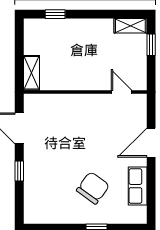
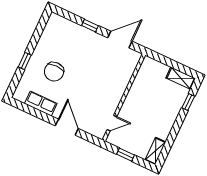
window: (151, 45) -> (125, 155), moved
shelving: (31, 73) -> (181, 78), moved
chair: (93, 188) -> (54, 72), turned 54

